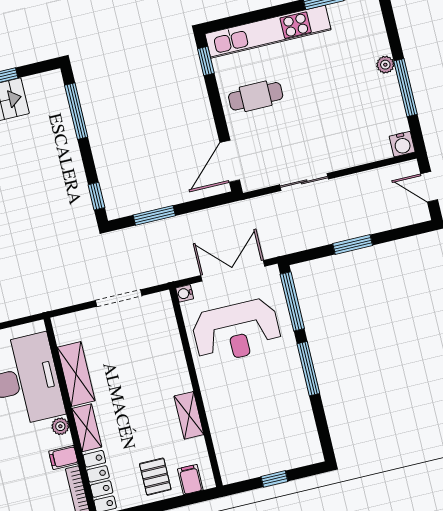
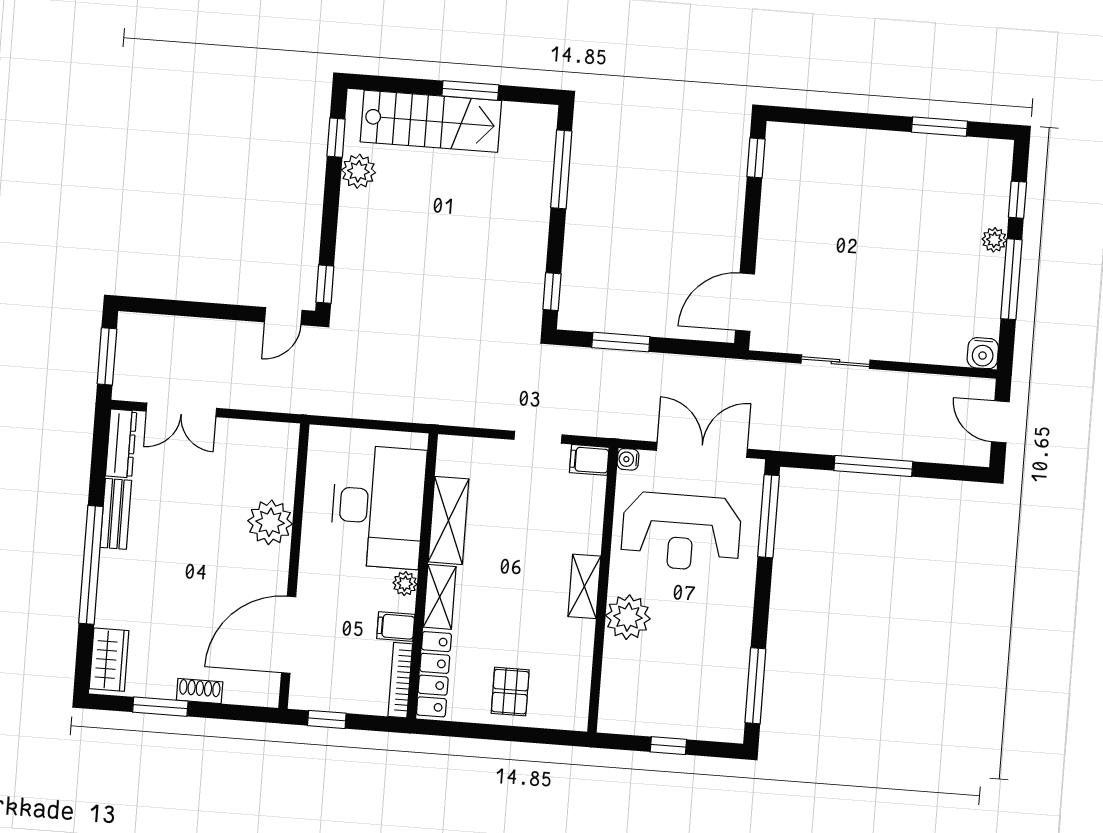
kitchen unit: (268, 32) -> (852, 145), removed
window: (392, 32) -> (1017, 200), added
cafe table: (256, 96) -> (807, 226), removed
window: (353, 245) -> (873, 466), width x1.44
doorway: (119, 298) -> (538, 437), width x0.73
window: (308, 369) -> (755, 686), moved
plant: (219, 400) -> (628, 617), added
shelving: (189, 415) -> (584, 586), moved
filing cabinet: (190, 479) -> (589, 460), moved, turned -90

